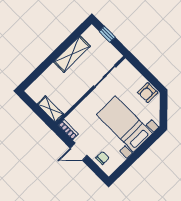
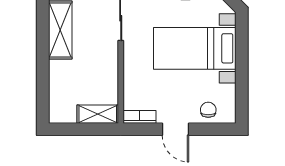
door: (79, 152) -> (175, 129), hinge flipped

